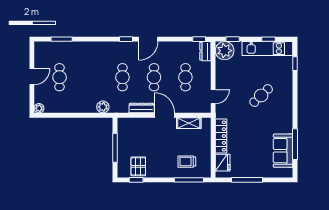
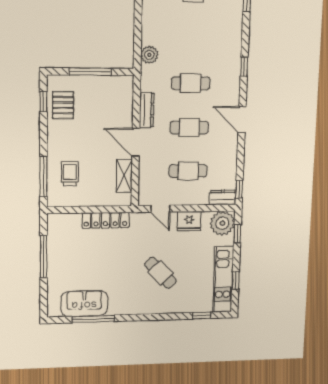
window: (126, 39) -> (244, 67), moved
door: (165, 115) -> (136, 142), swing flipped
fridge: (223, 163) -> (189, 221), moved
pallet: (138, 166) -> (63, 105), turned 90

